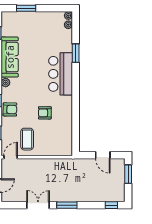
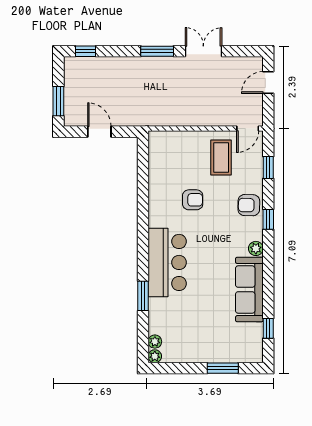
double door: (38, 205) -> (203, 51), swing flipped

